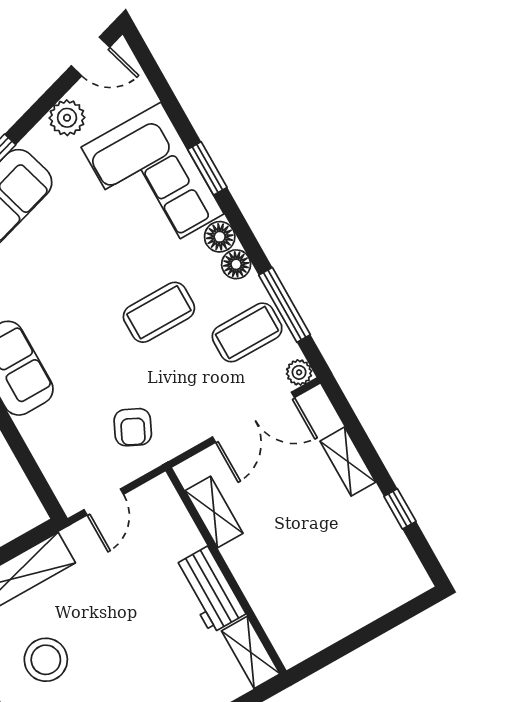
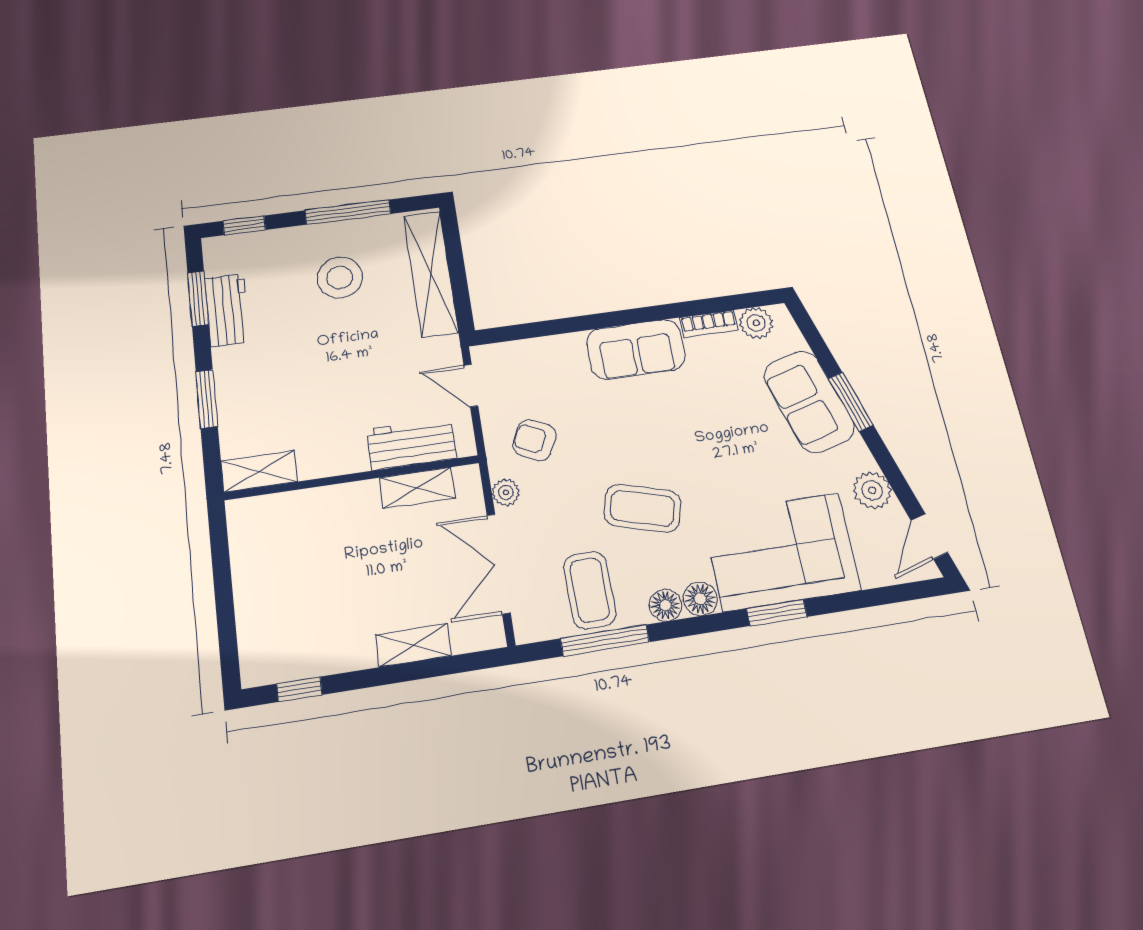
coffee table: (159, 312) -> (642, 508), turned -74
plant: (299, 372) -> (506, 492), moved
window: (400, 509) -> (299, 689), moved
workbench: (209, 590) -> (411, 444), moved

